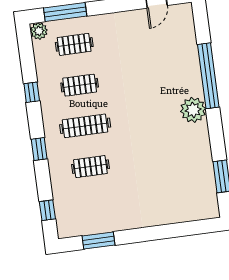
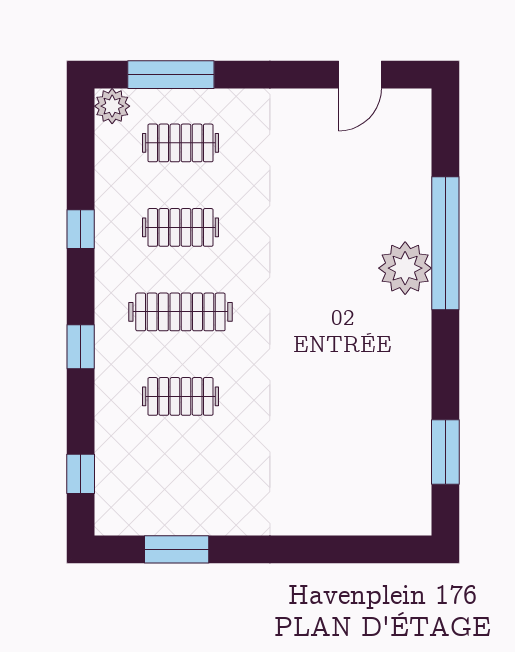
plant: (193, 110) -> (405, 268), moved

